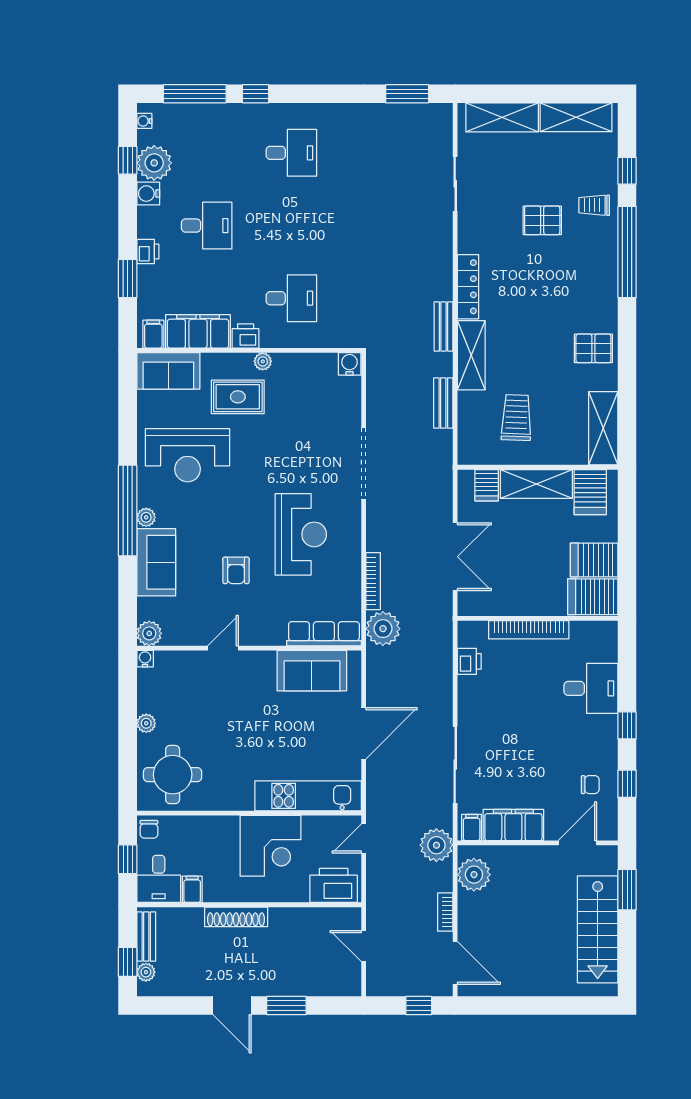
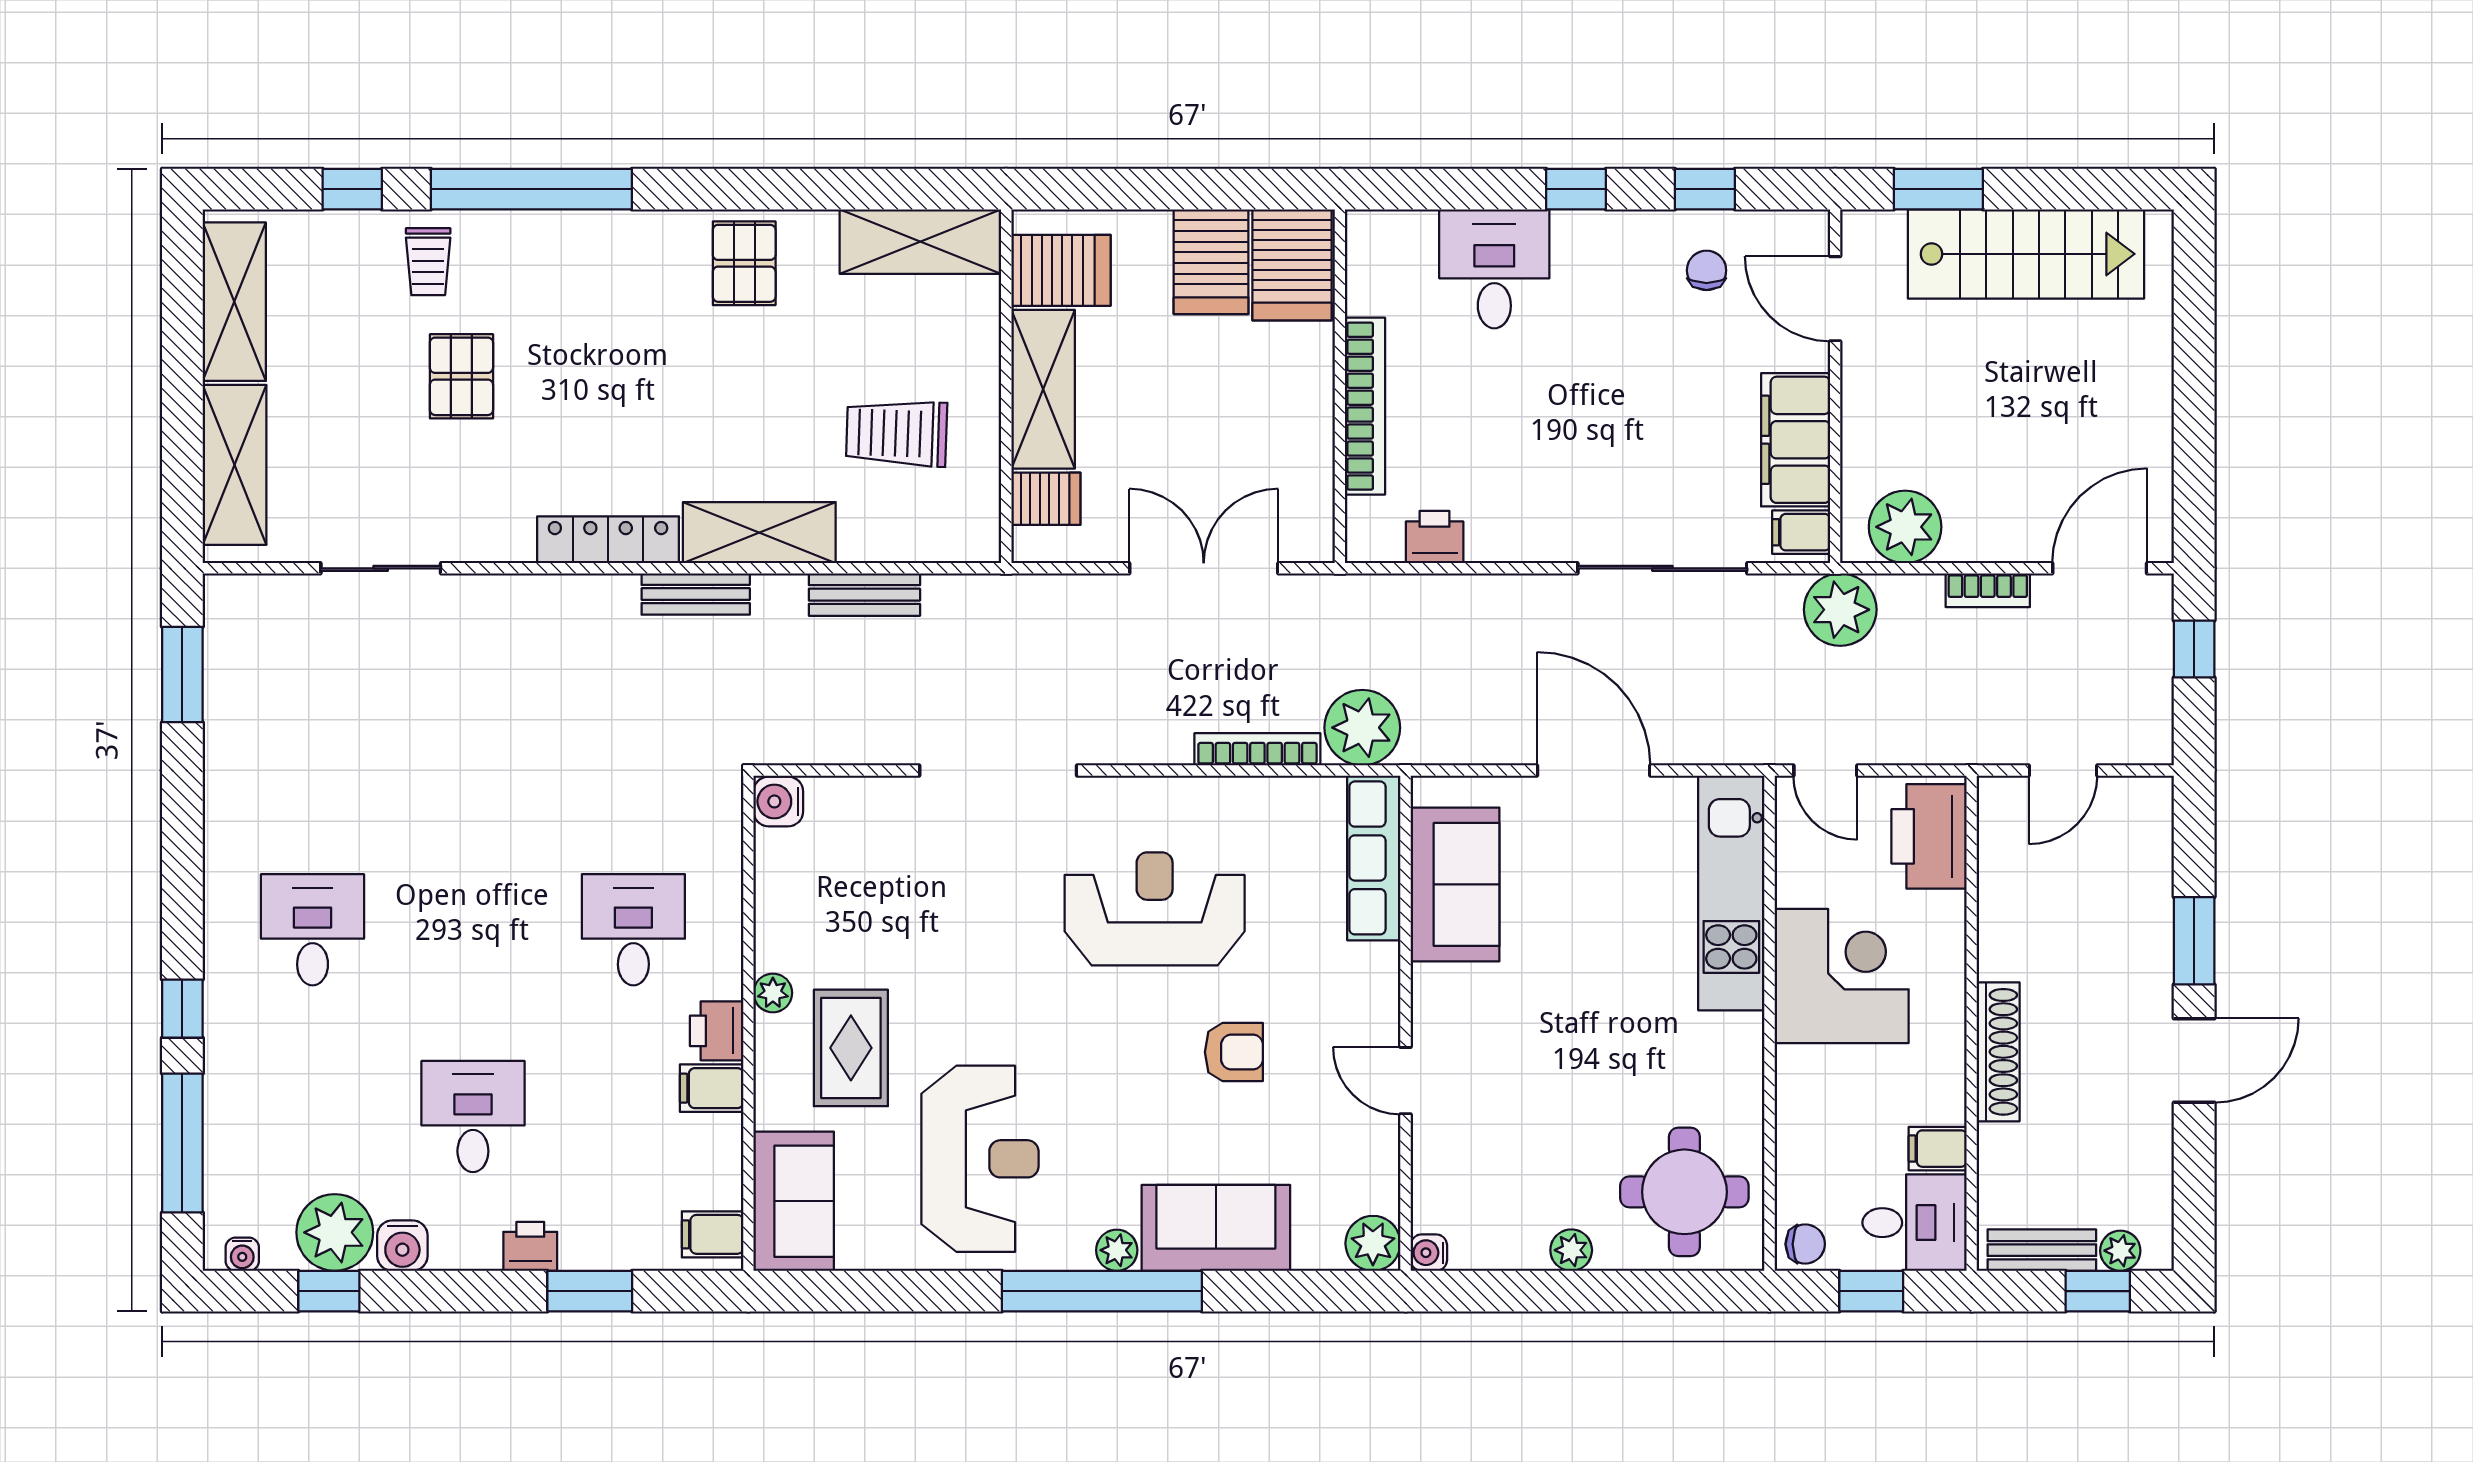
filing cabinet: (198, 331) -> (712, 1088), width x0.33, depth x0.86

